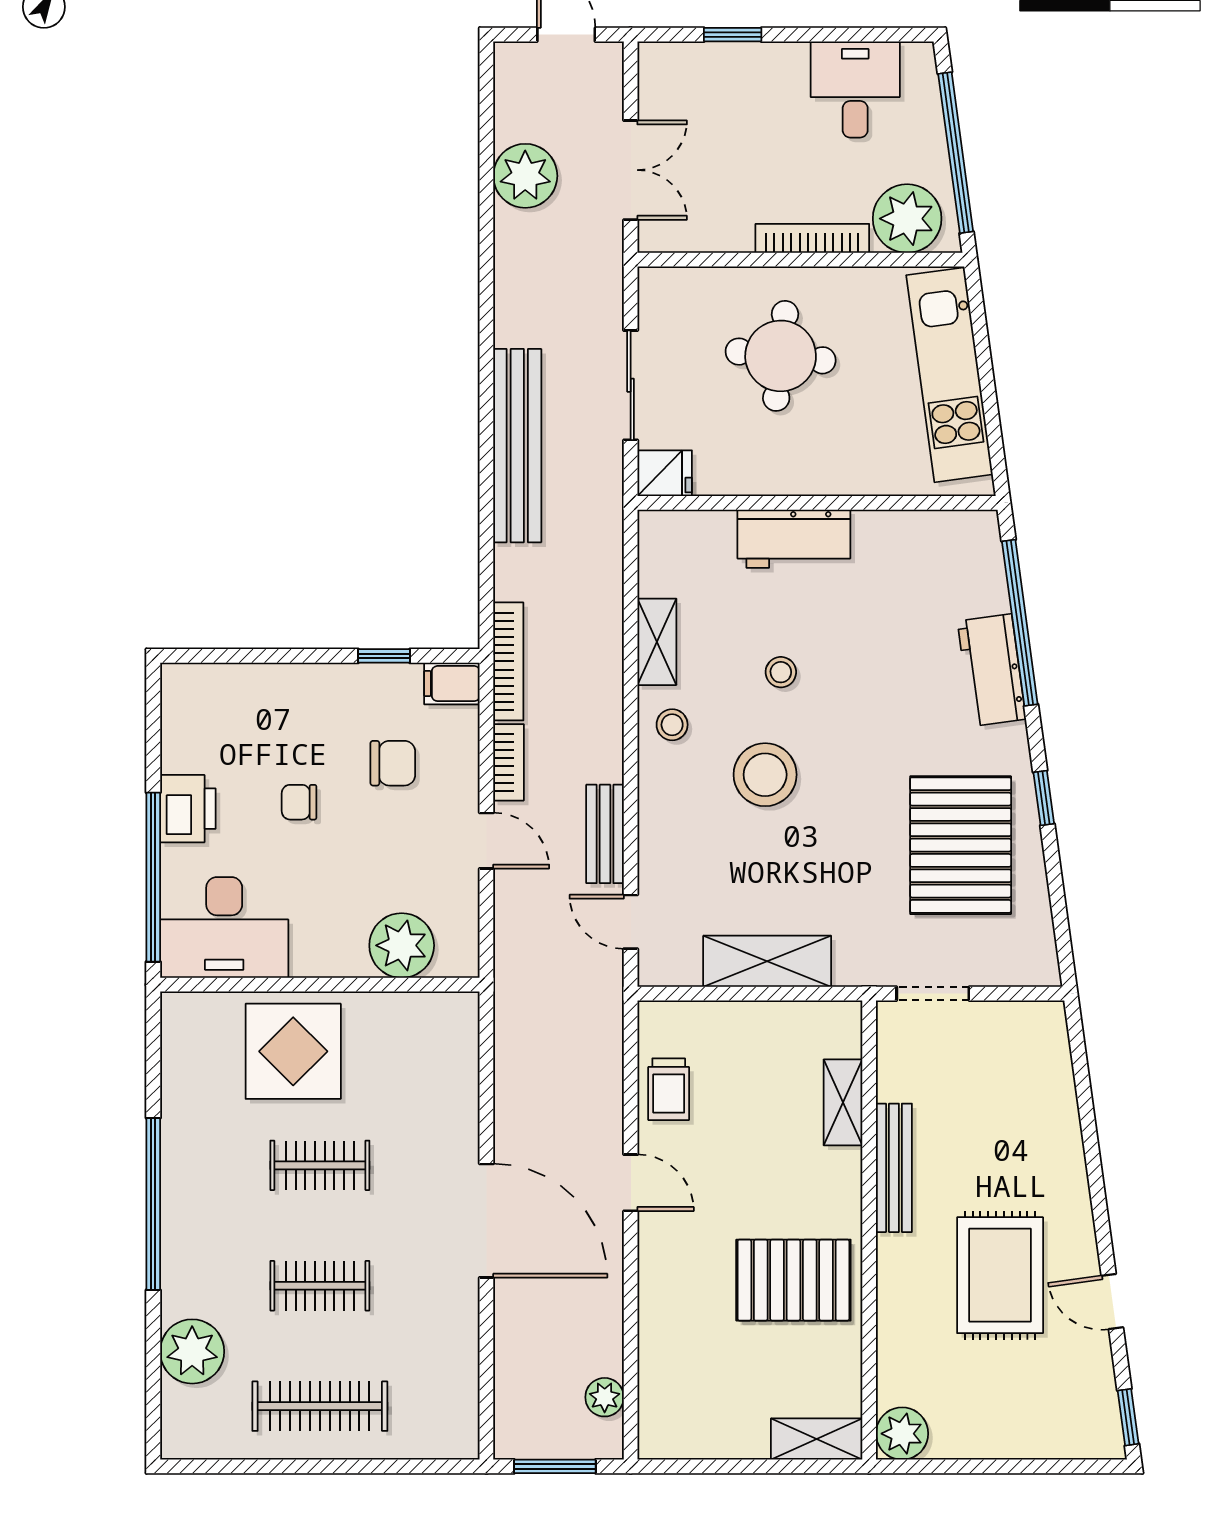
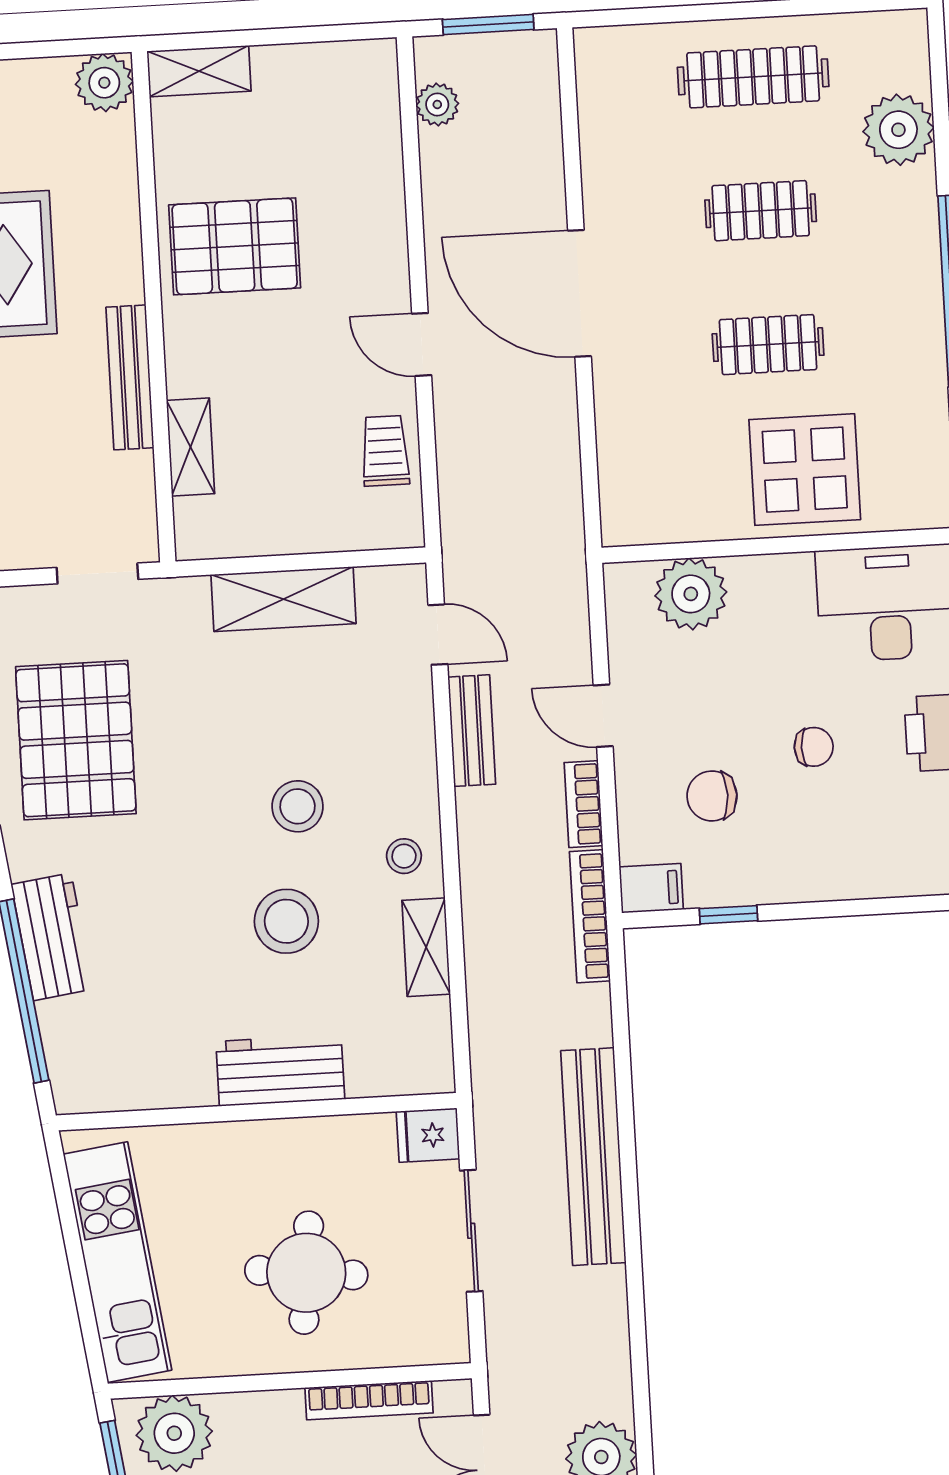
bookcase: (812, 238) -> (369, 1400), moved
stool: (781, 672) -> (286, 921), width x1.89, depth x1.89
stool: (765, 775) -> (298, 806), width x0.73, depth x0.73

